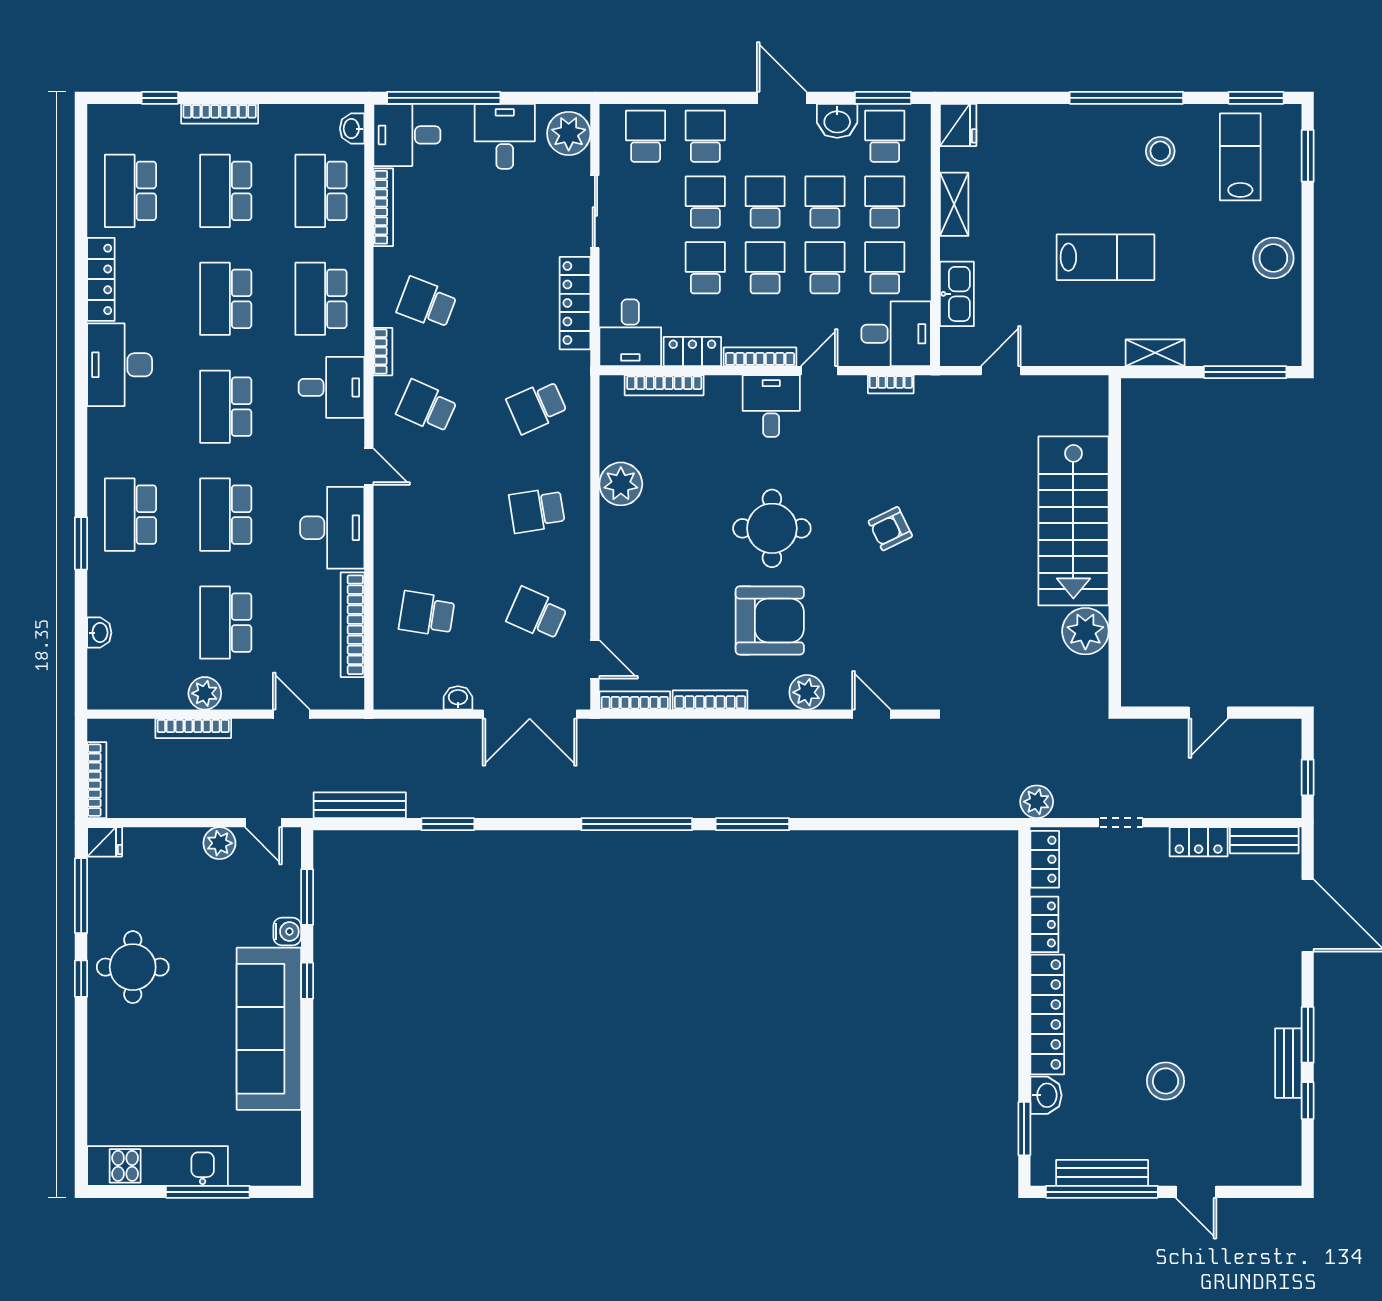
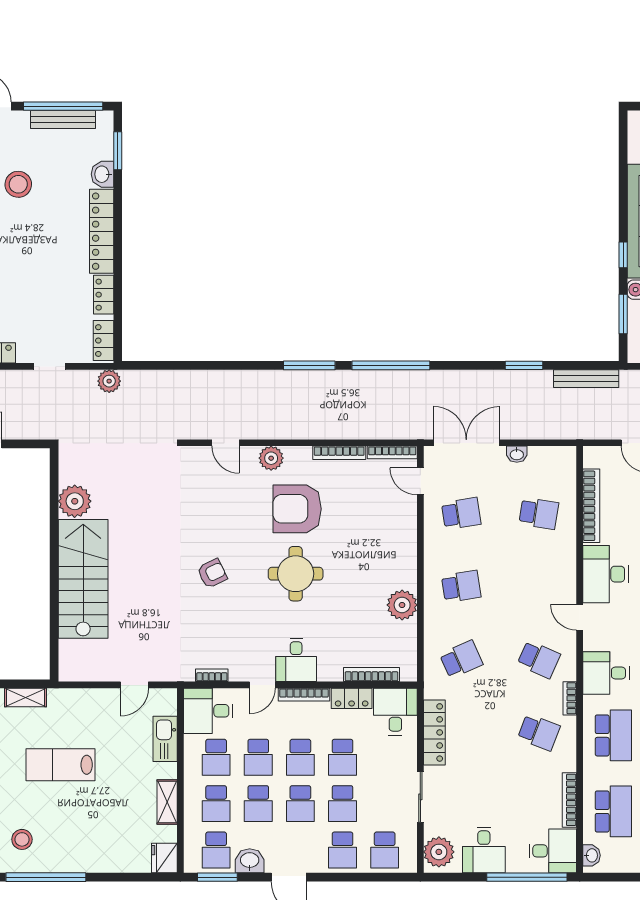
school desk: (537, 614) -> (461, 513), turned -33

